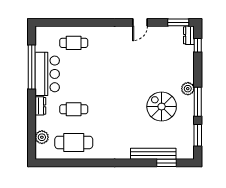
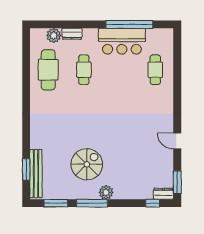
dresser: (40, 106) -> (72, 34), moved
bench: (153, 154) -> (36, 174), moved

